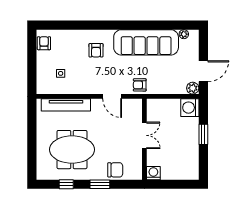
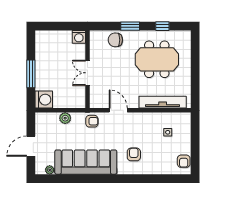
door: (203, 71) -> (31, 146), moved
plant: (193, 88) -> (65, 118), moved
window: (203, 134) -> (31, 74), width x1.44

